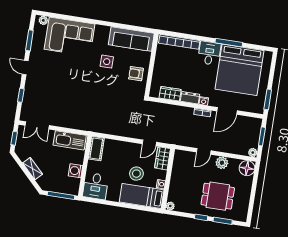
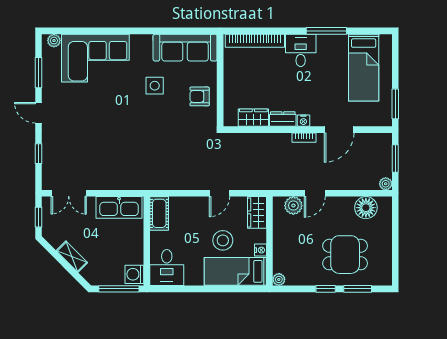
bed: (239, 70) -> (364, 68), width x0.49
door: (149, 143) -> (220, 193), moved
plant: (222, 163) -> (293, 206), moved
floor lamp: (247, 168) -> (366, 208), moved
washing machine: (76, 171) -> (134, 274), moved

